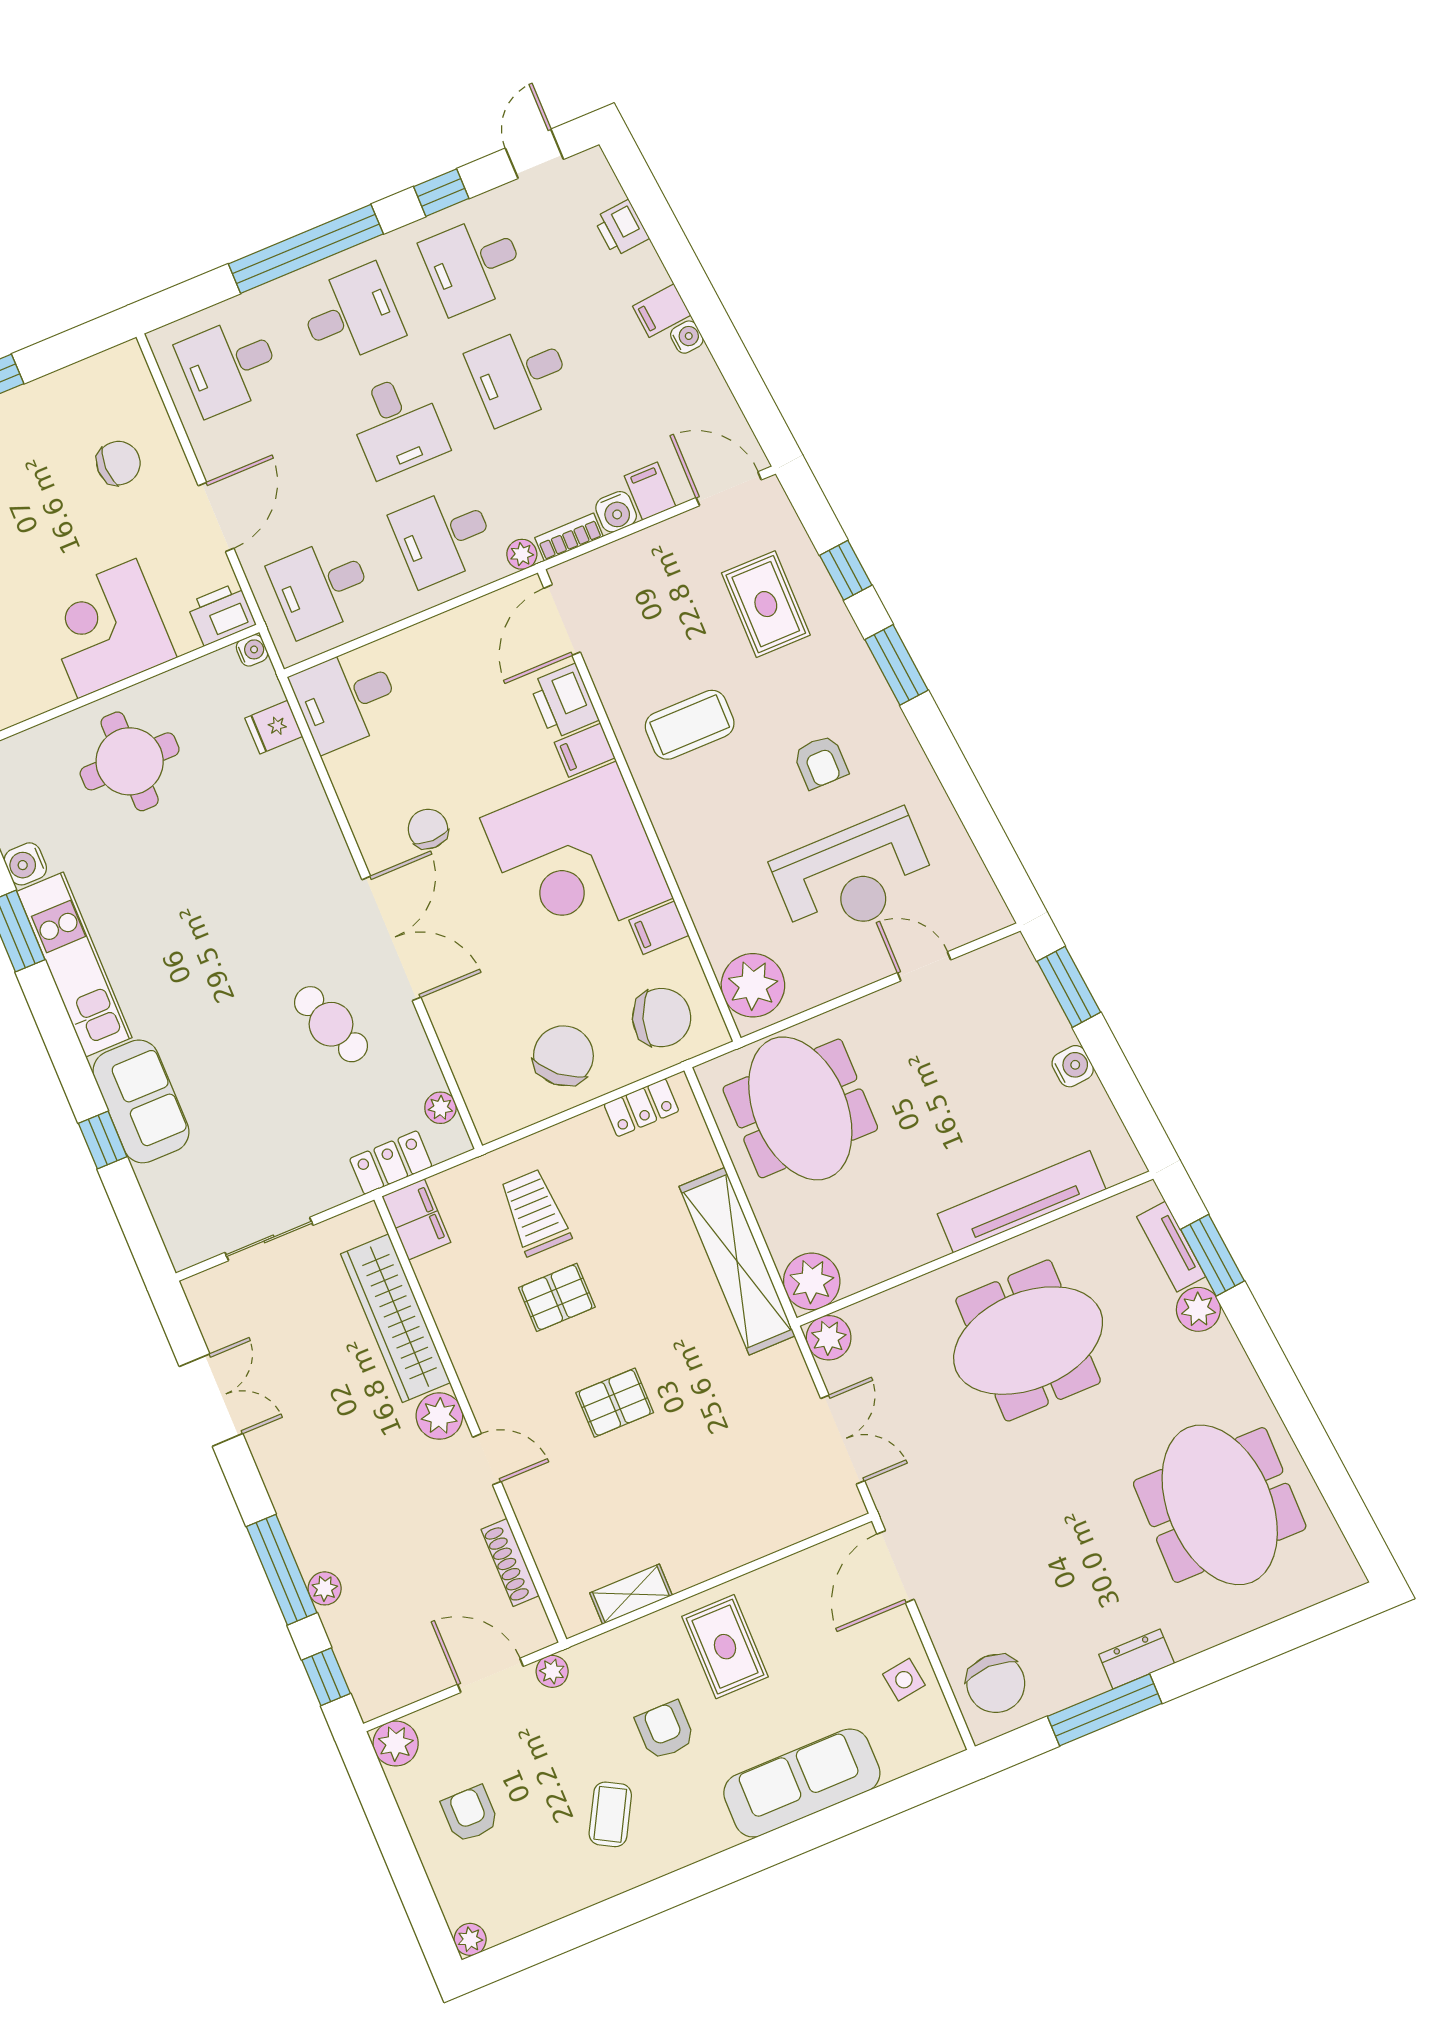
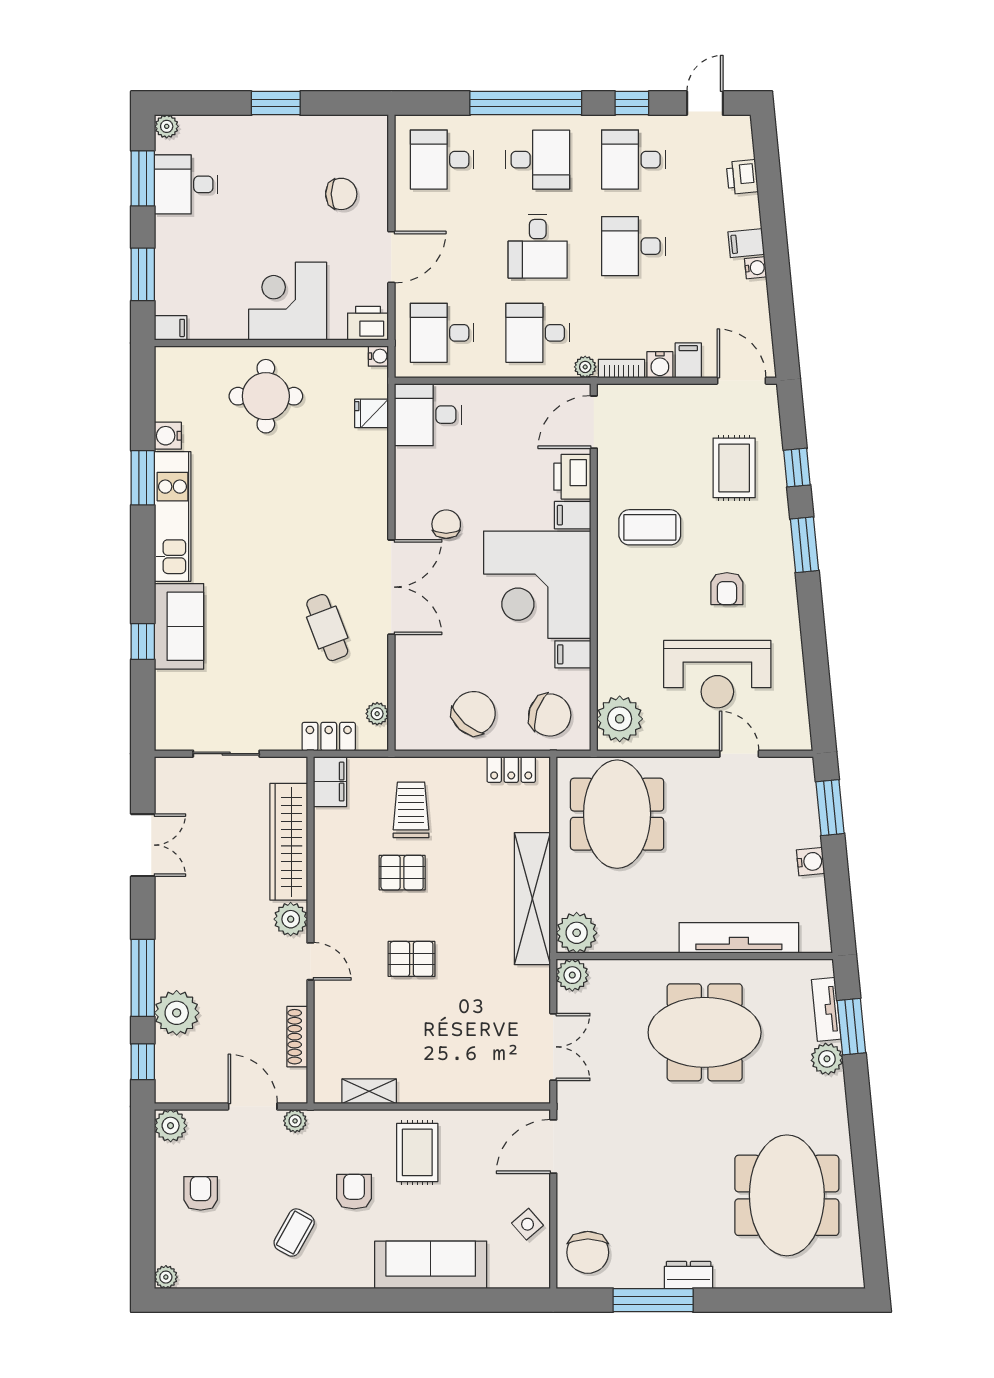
plant: (325, 1588) -> (177, 1013), width x1.87, depth x1.87
side table: (904, 1680) -> (528, 1224), turned -33

